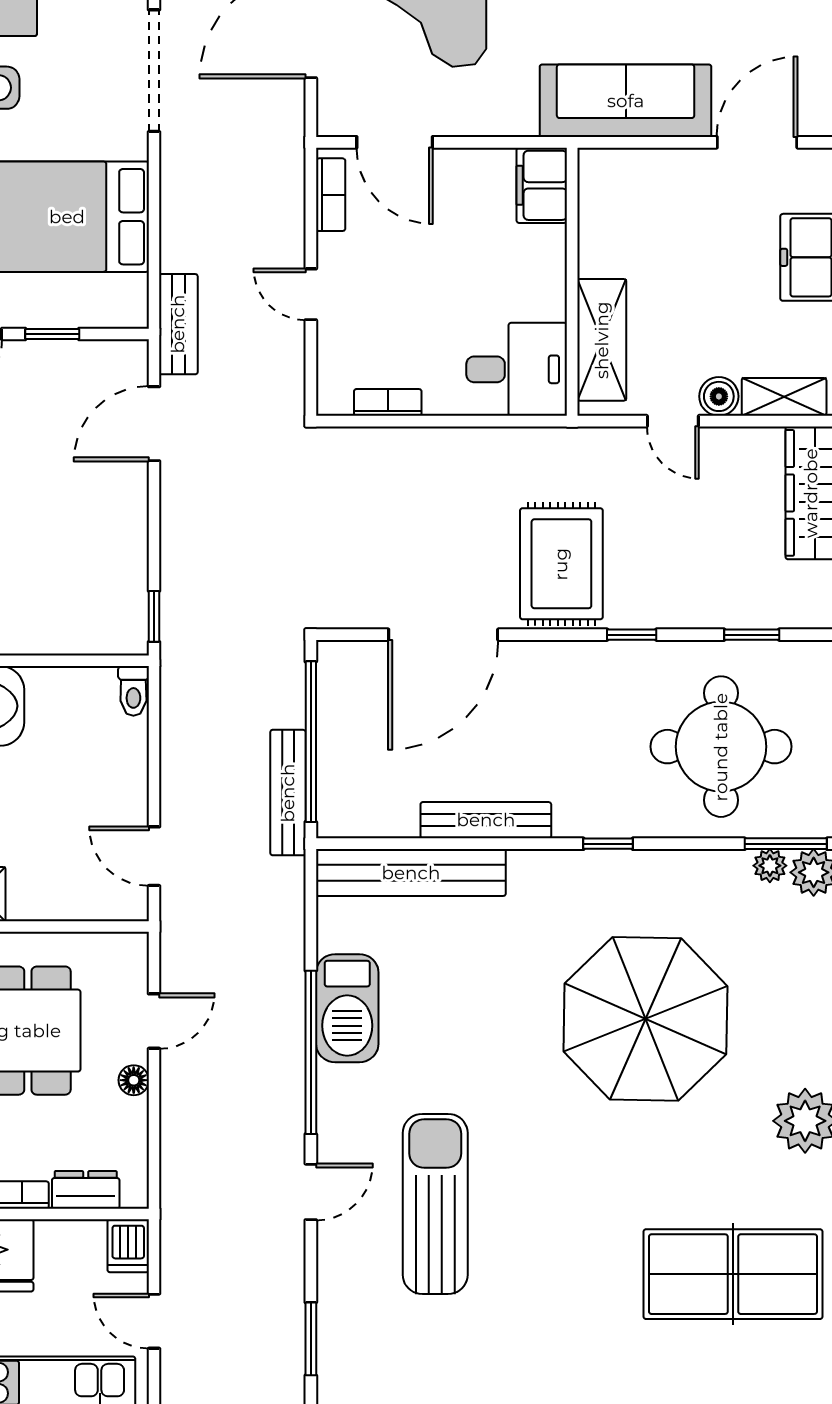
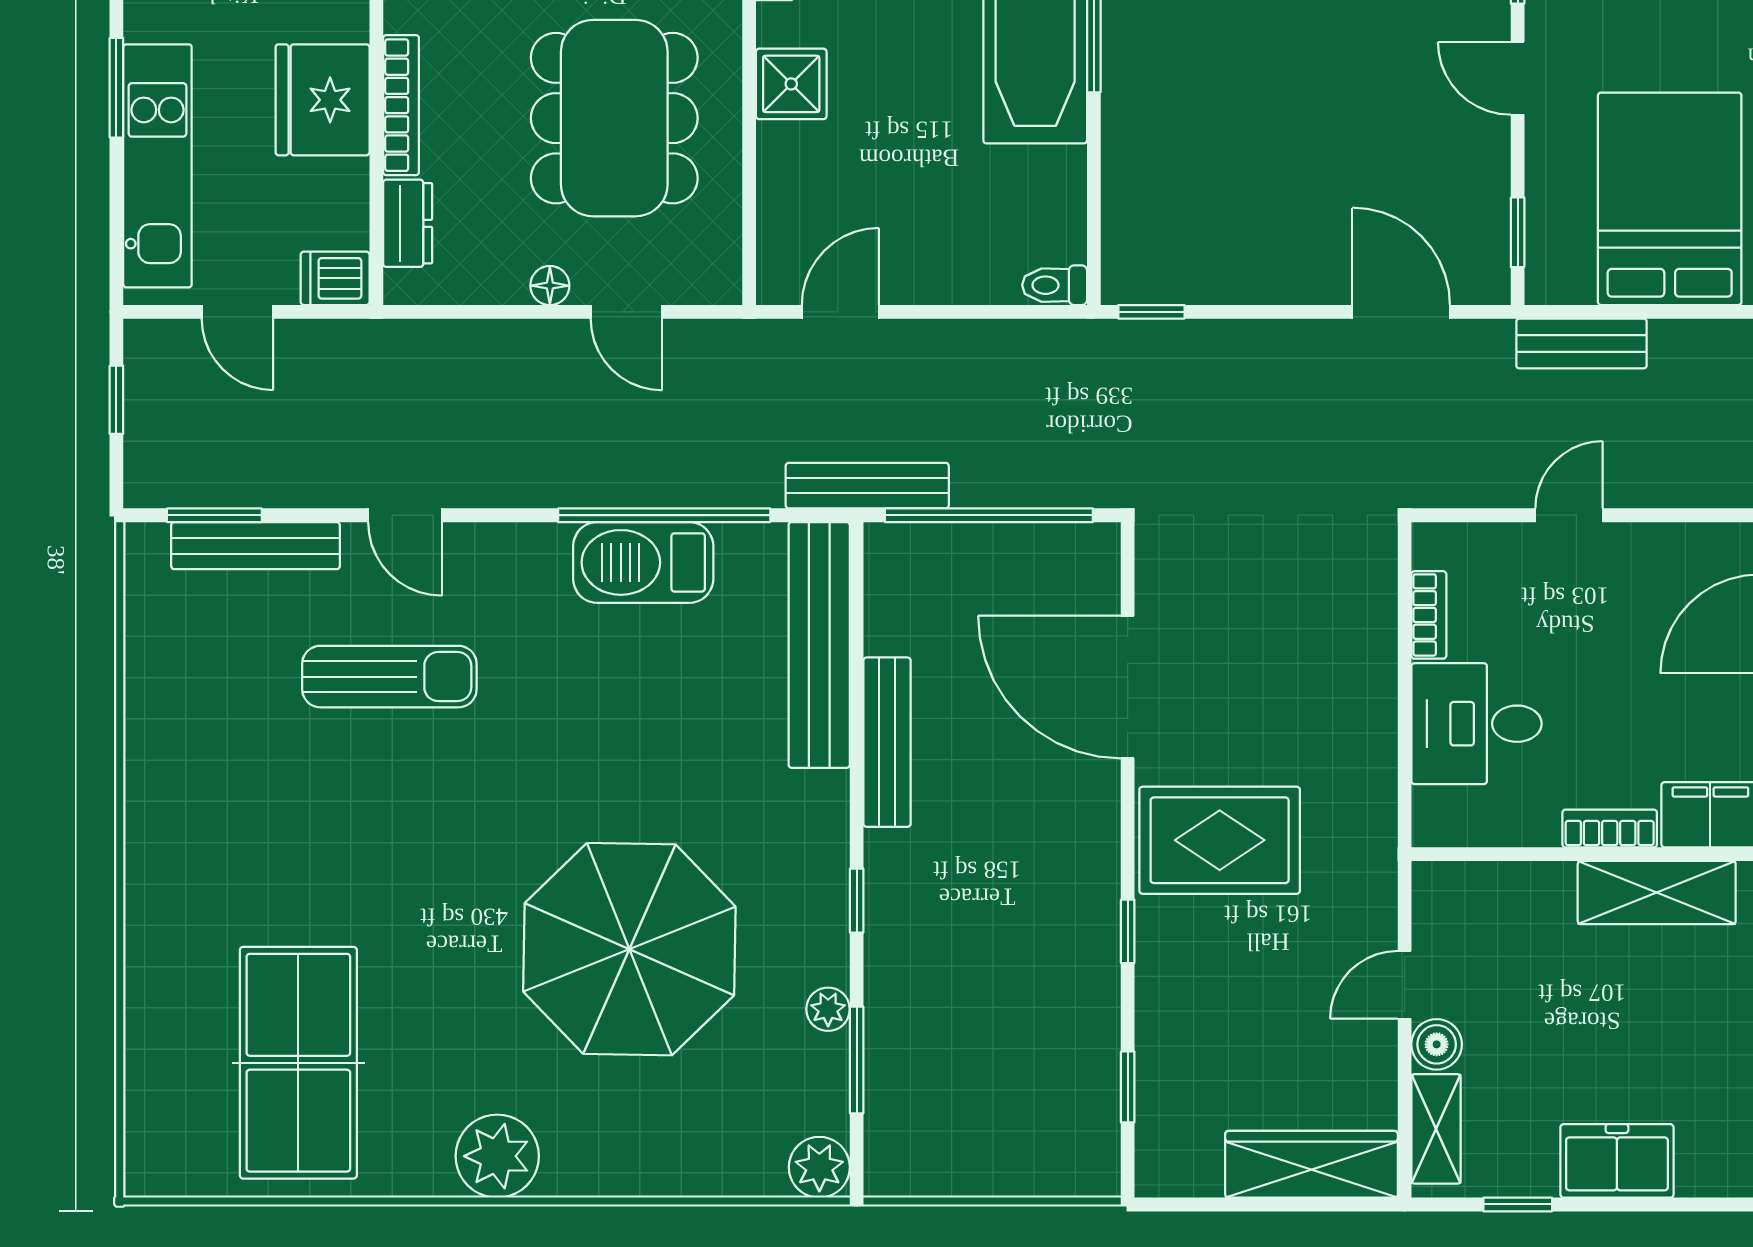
bookcase: (331, 195) -> (1610, 829), moved, turned 180
bench: (178, 324) -> (1581, 344), moved
window: (52, 334) -> (1518, 232), moved
shelving: (602, 340) -> (1657, 893), moved
desk: (517, 369) -> (1477, 724), moved, turned 90
round table: (721, 747) -> (983, 1047), removed
bench: (288, 793) -> (867, 486), moved
window: (786, 844) -> (857, 1060), moved
plant: (770, 866) -> (828, 1009), moved
window: (311, 1052) -> (664, 515), moved
sun lounger: (435, 1204) -> (389, 677), width x0.73, depth x0.75
bench: (334, 1307) -> (255, 546), added
door: (154, 1321) -> (237, 312), swing flipped

